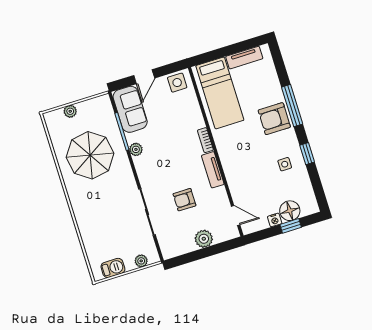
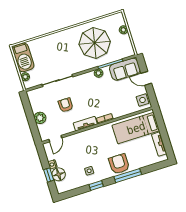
barbecue: (113, 268) -> (23, 57), width x1.88, depth x1.53

